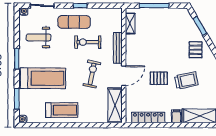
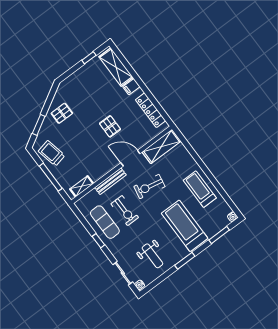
exercise mat: (74, 22) -> (105, 222), moved
trolley: (186, 81) -> (52, 153), moved

